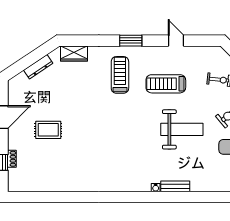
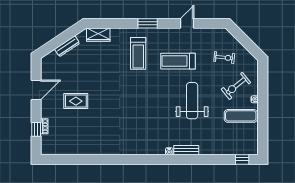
door: (176, 41) -> (187, 23), hinge flipped
treadmill: (120, 75) -> (138, 53), turned 180
weight bench: (182, 129) -> (192, 101), turned -90

